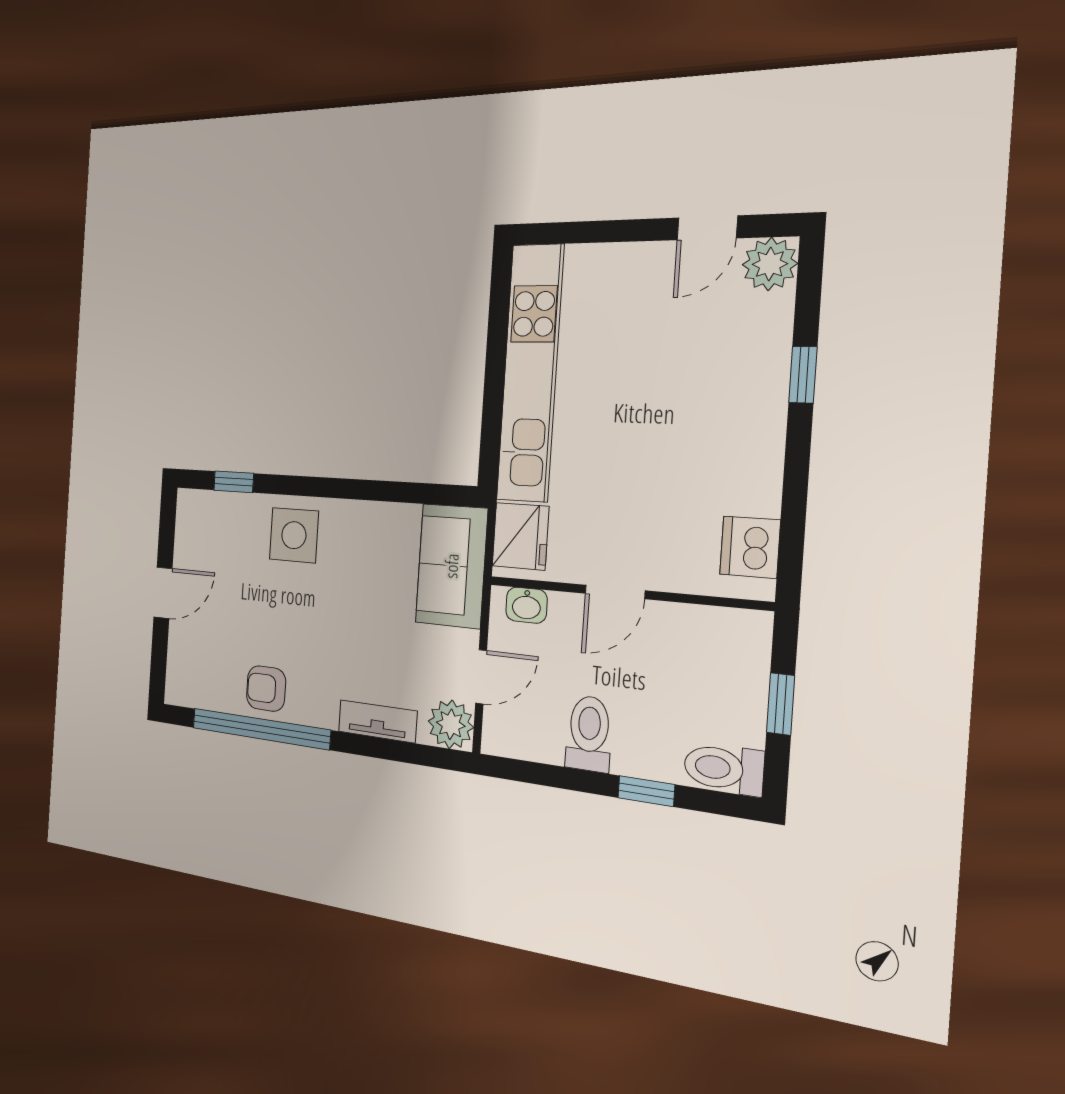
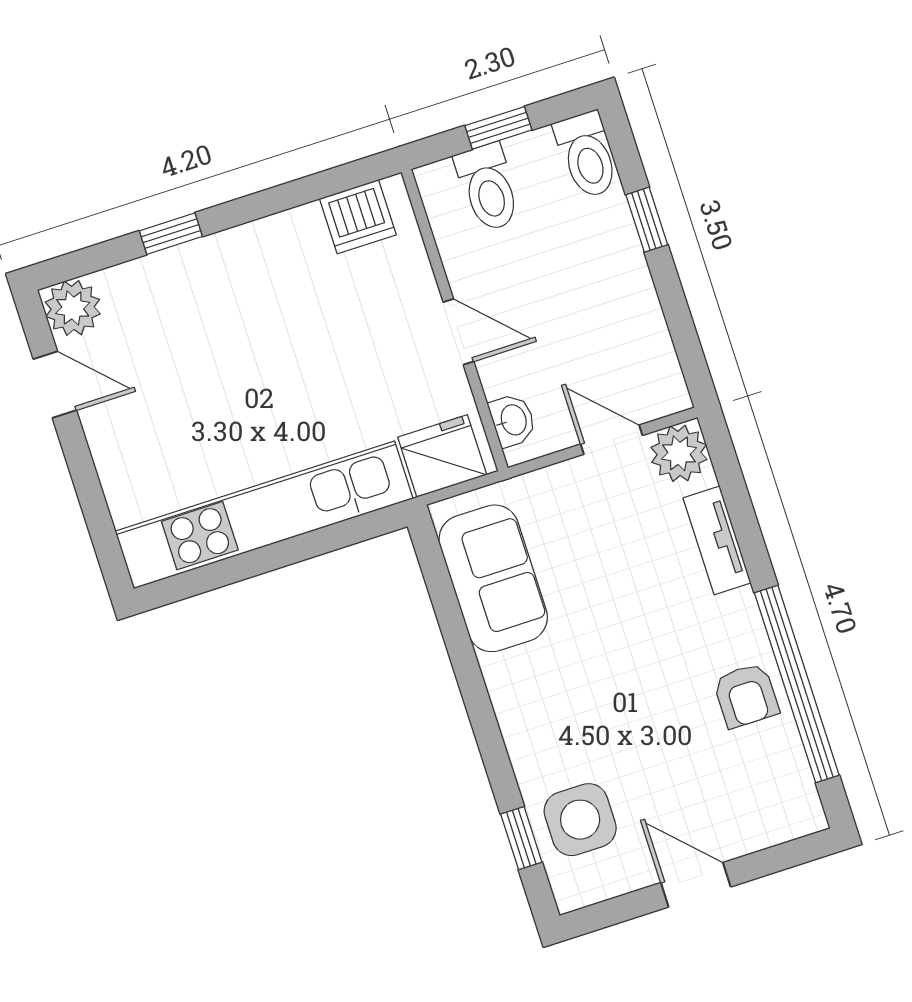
side table: (294, 535) -> (580, 820), moved
sofa: (451, 566) -> (493, 578), moved, turned -90
toilet: (589, 734) -> (488, 187), moved, turned -90

